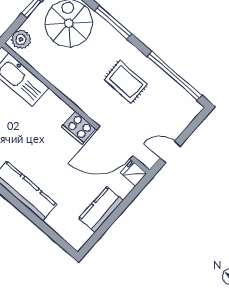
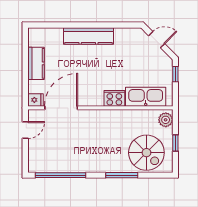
rug: (126, 82) -> (85, 148), removed
cooker: (79, 128) -> (114, 98), moved

